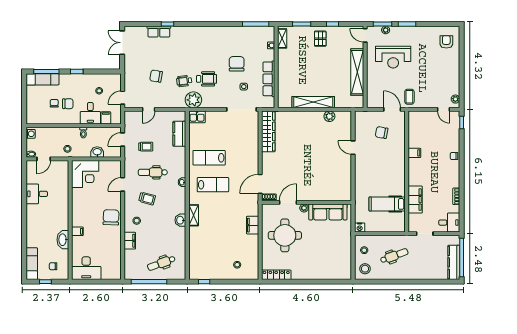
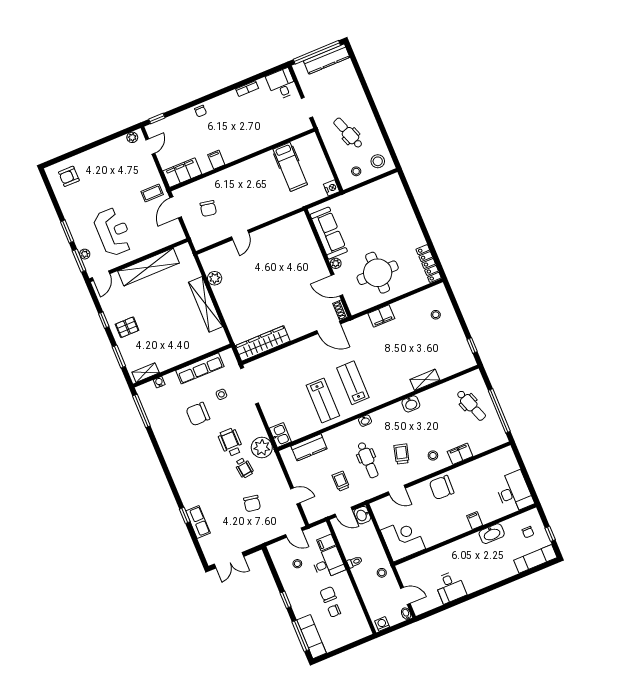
washbasin: (97, 152) -> (362, 515), moved
filing cabinet: (415, 200) -> (182, 173), moved
shelving: (194, 215) -> (425, 380), moved

